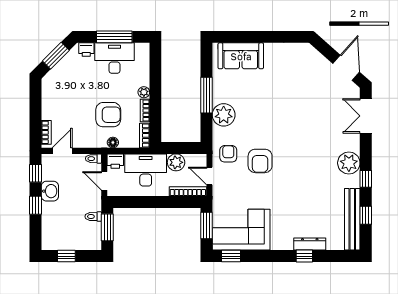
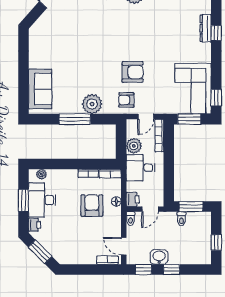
window: (114, 37) -> (23, 200), width x0.69
plant: (144, 92) -> (41, 174), moved
desk: (146, 170) -> (141, 168), width x0.73

